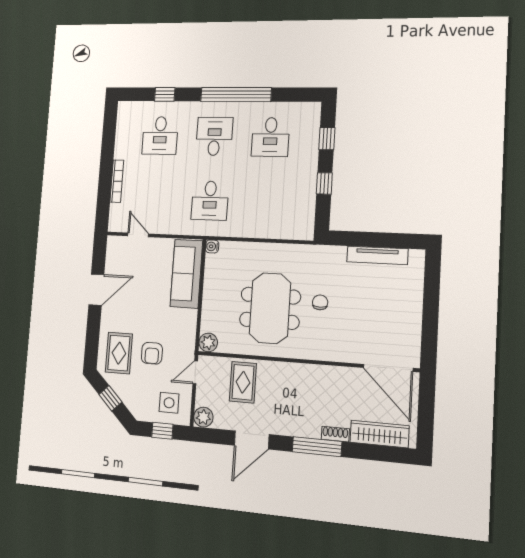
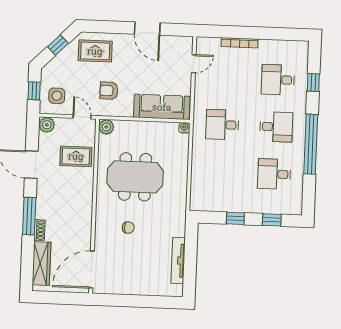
chair: (320, 302) -> (128, 228), moved
armchair: (152, 353) -> (109, 91), moved

